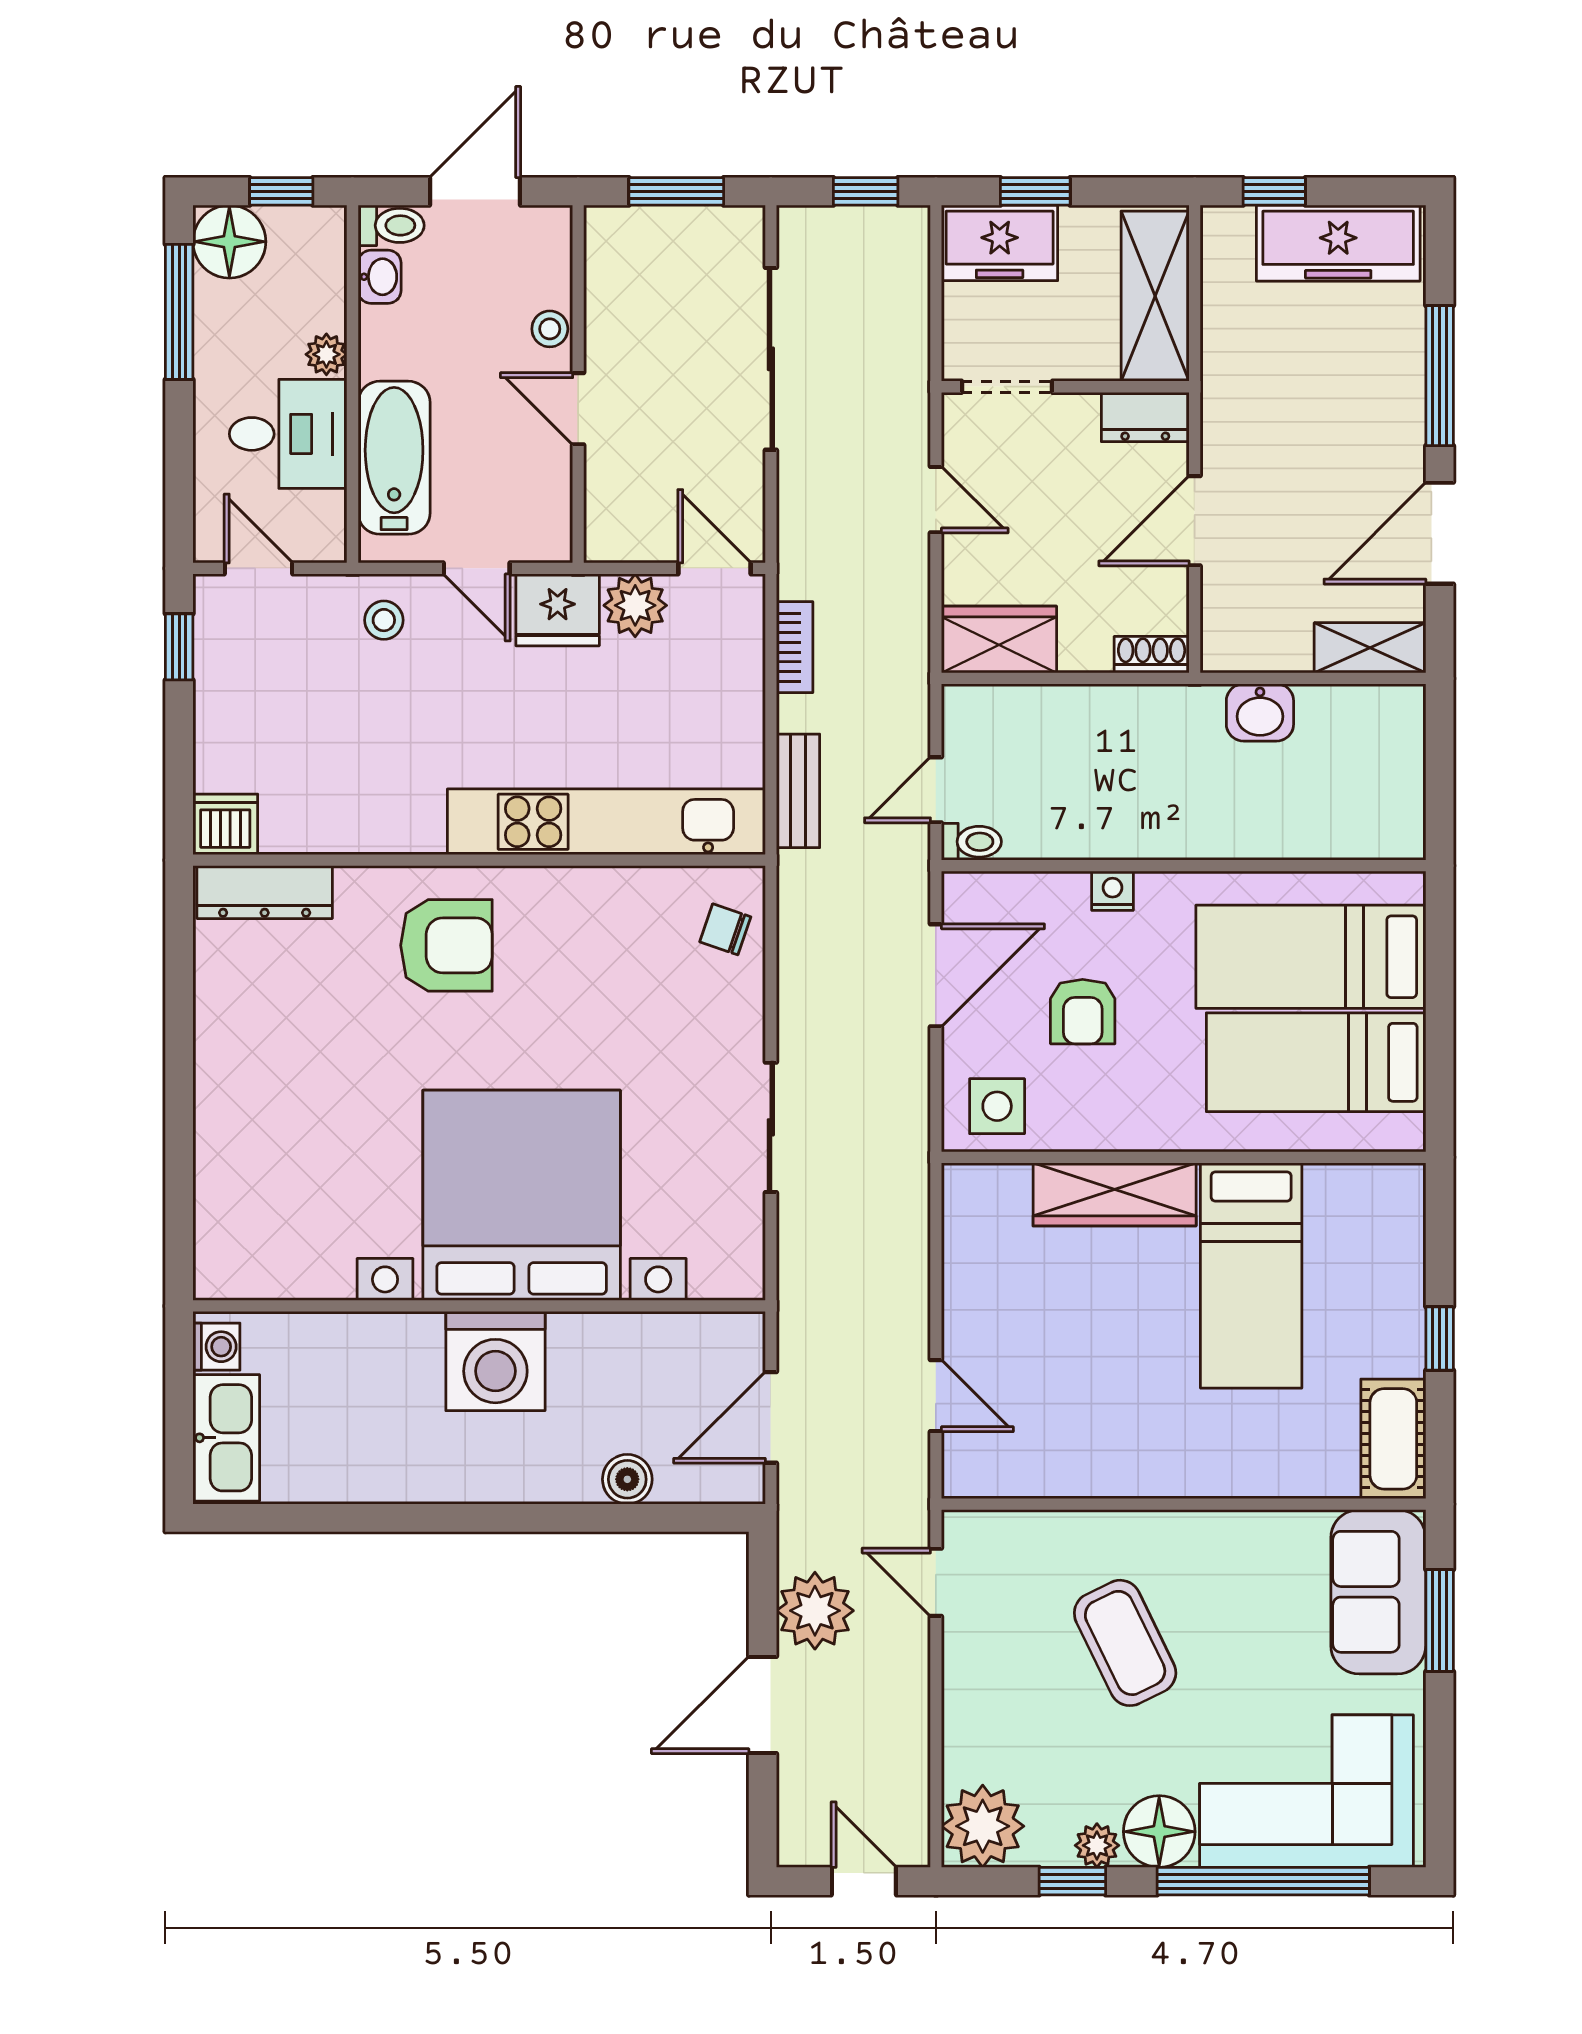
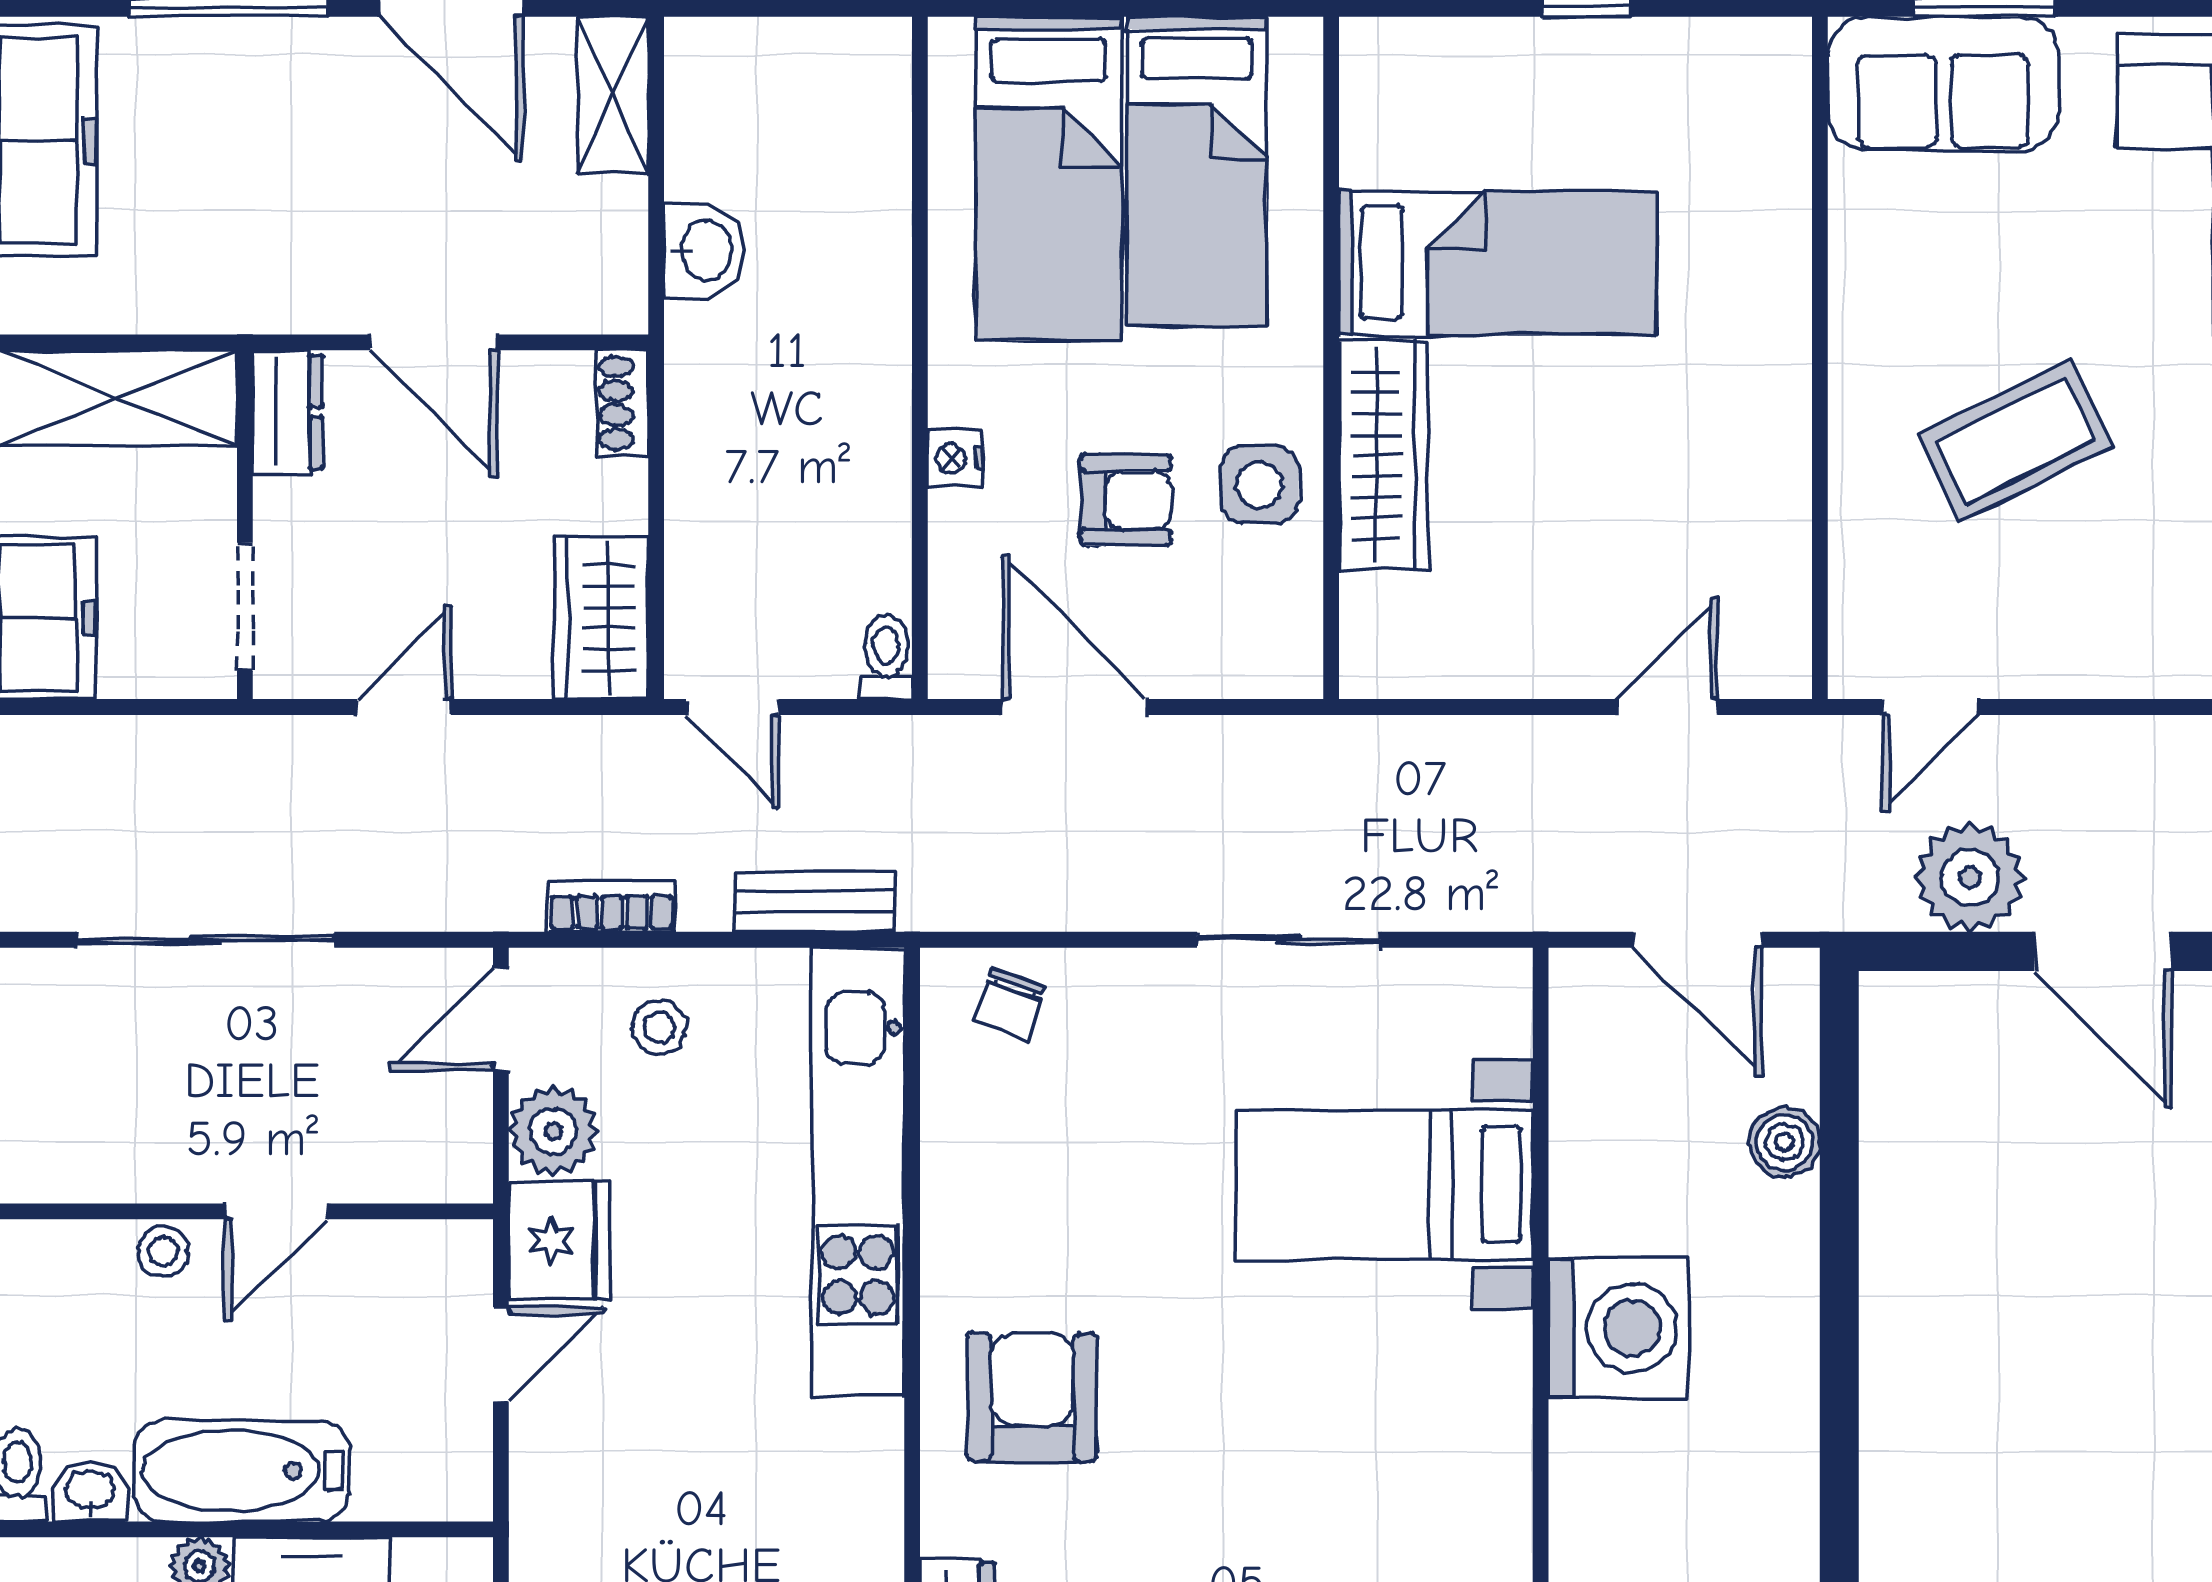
bathtub: (394, 458) -> (241, 1471), moved
stool: (384, 620) -> (659, 1027), moved
door: (936, 790) -> (732, 707), moved
side table: (997, 1106) -> (1260, 485), moved
bed with nightstands: (522, 1195) -> (1385, 1184), width x0.54
cot: (1393, 1439) -> (1728, 62), removed

